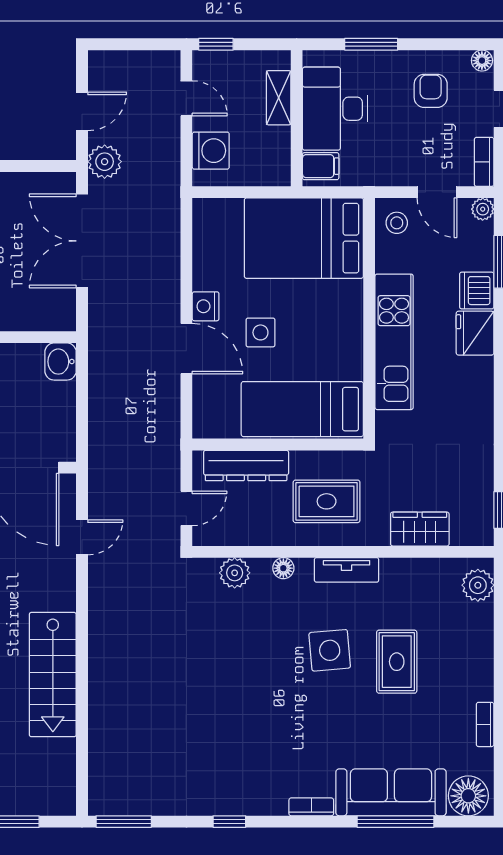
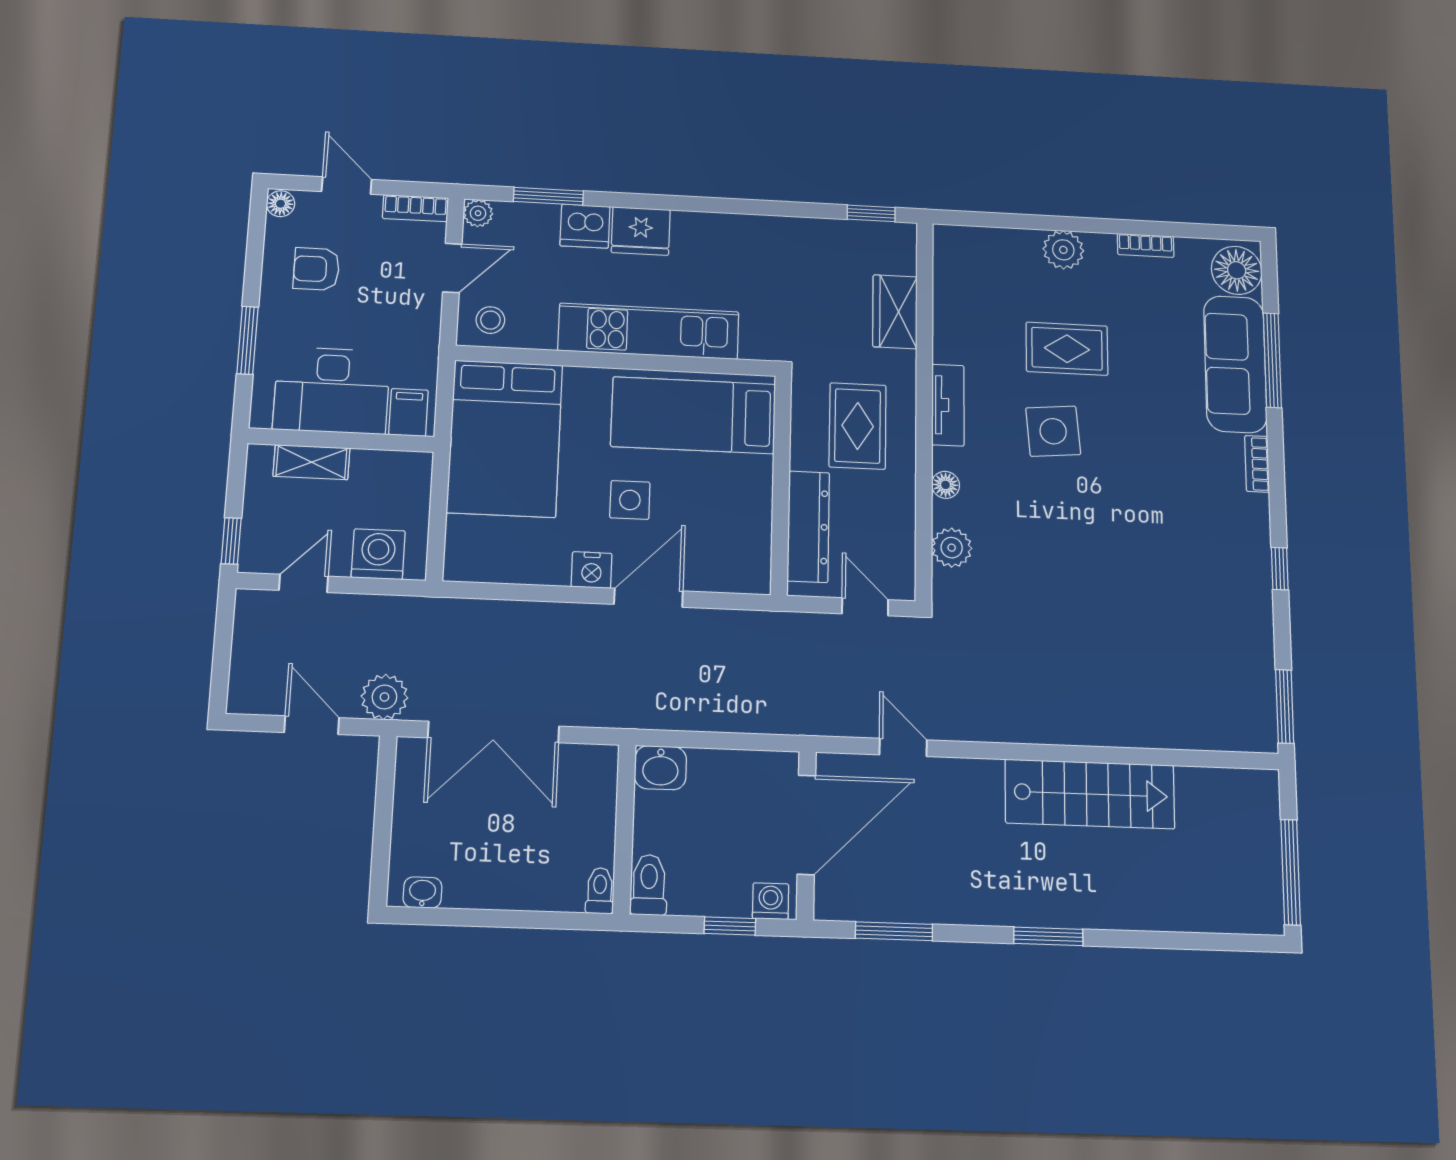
bed: (302, 409) -> (693, 415), moved, turned 90
plant: (478, 585) -> (1063, 250), moved

